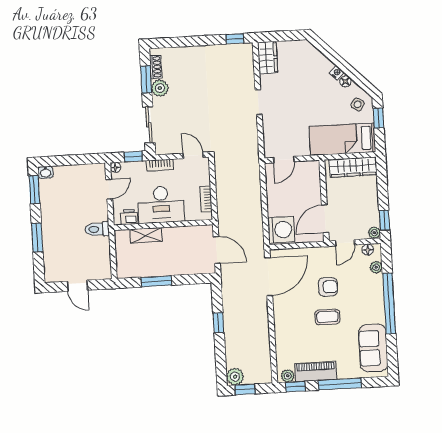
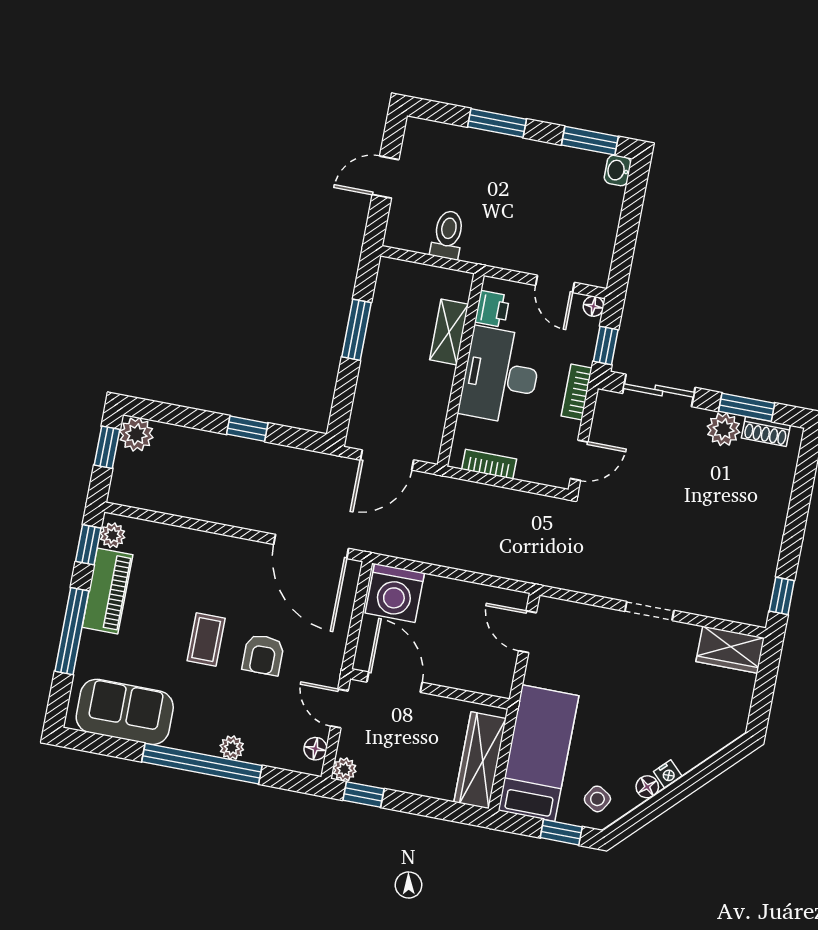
toilet: (97, 229) -> (448, 235), moved
plant: (376, 267) -> (232, 748), moved

